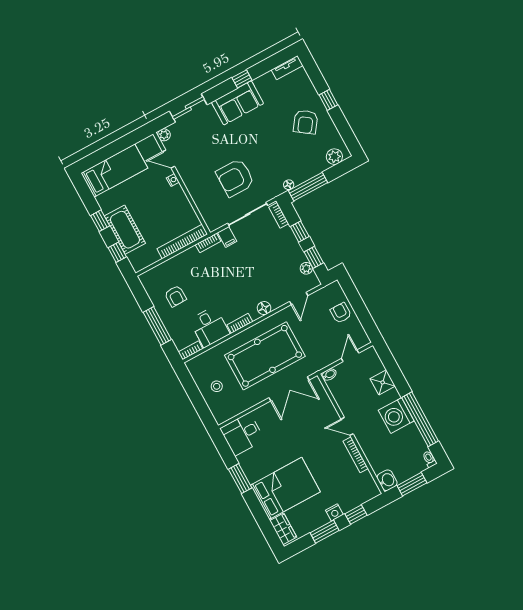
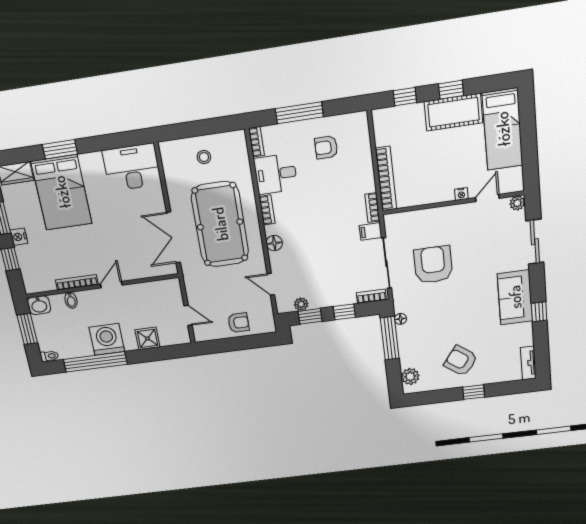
cot: (125, 230) -> (453, 112), moved
bidet: (329, 375) -> (71, 300), moved
desk: (242, 434) -> (132, 167), width x1.37
window: (240, 479) -> (60, 149), moved

